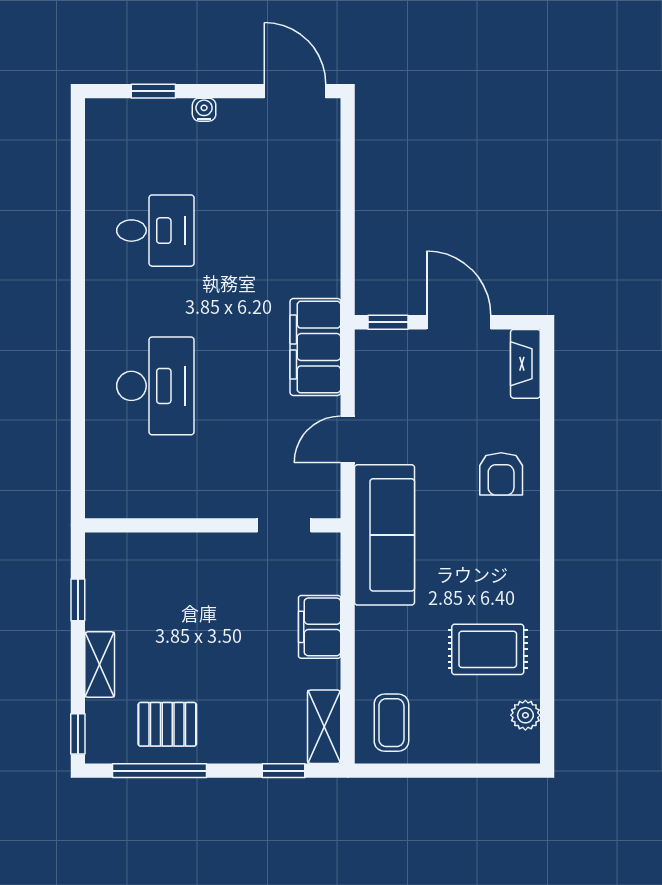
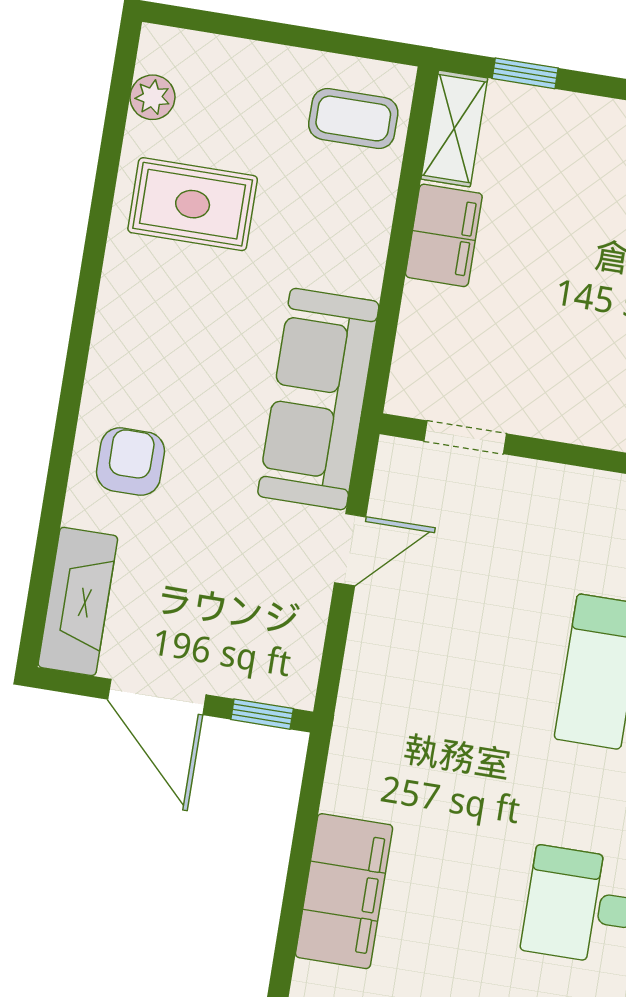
filing cabinet: (315, 347) -> (344, 891), moved
fireplace: (525, 364) -> (78, 601), width x1.37, depth x1.32
filing cabinet: (320, 627) -> (444, 235), moved
coffee table: (391, 723) -> (353, 118), turned 90

